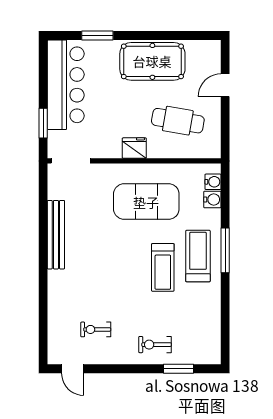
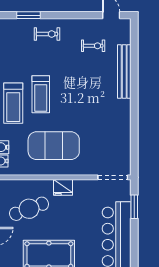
cafe table: (178, 121) -> (29, 209), turned -31
bench: (56, 235) -> (124, 72), moved
treadmill: (163, 267) -> (41, 94), turned 180

